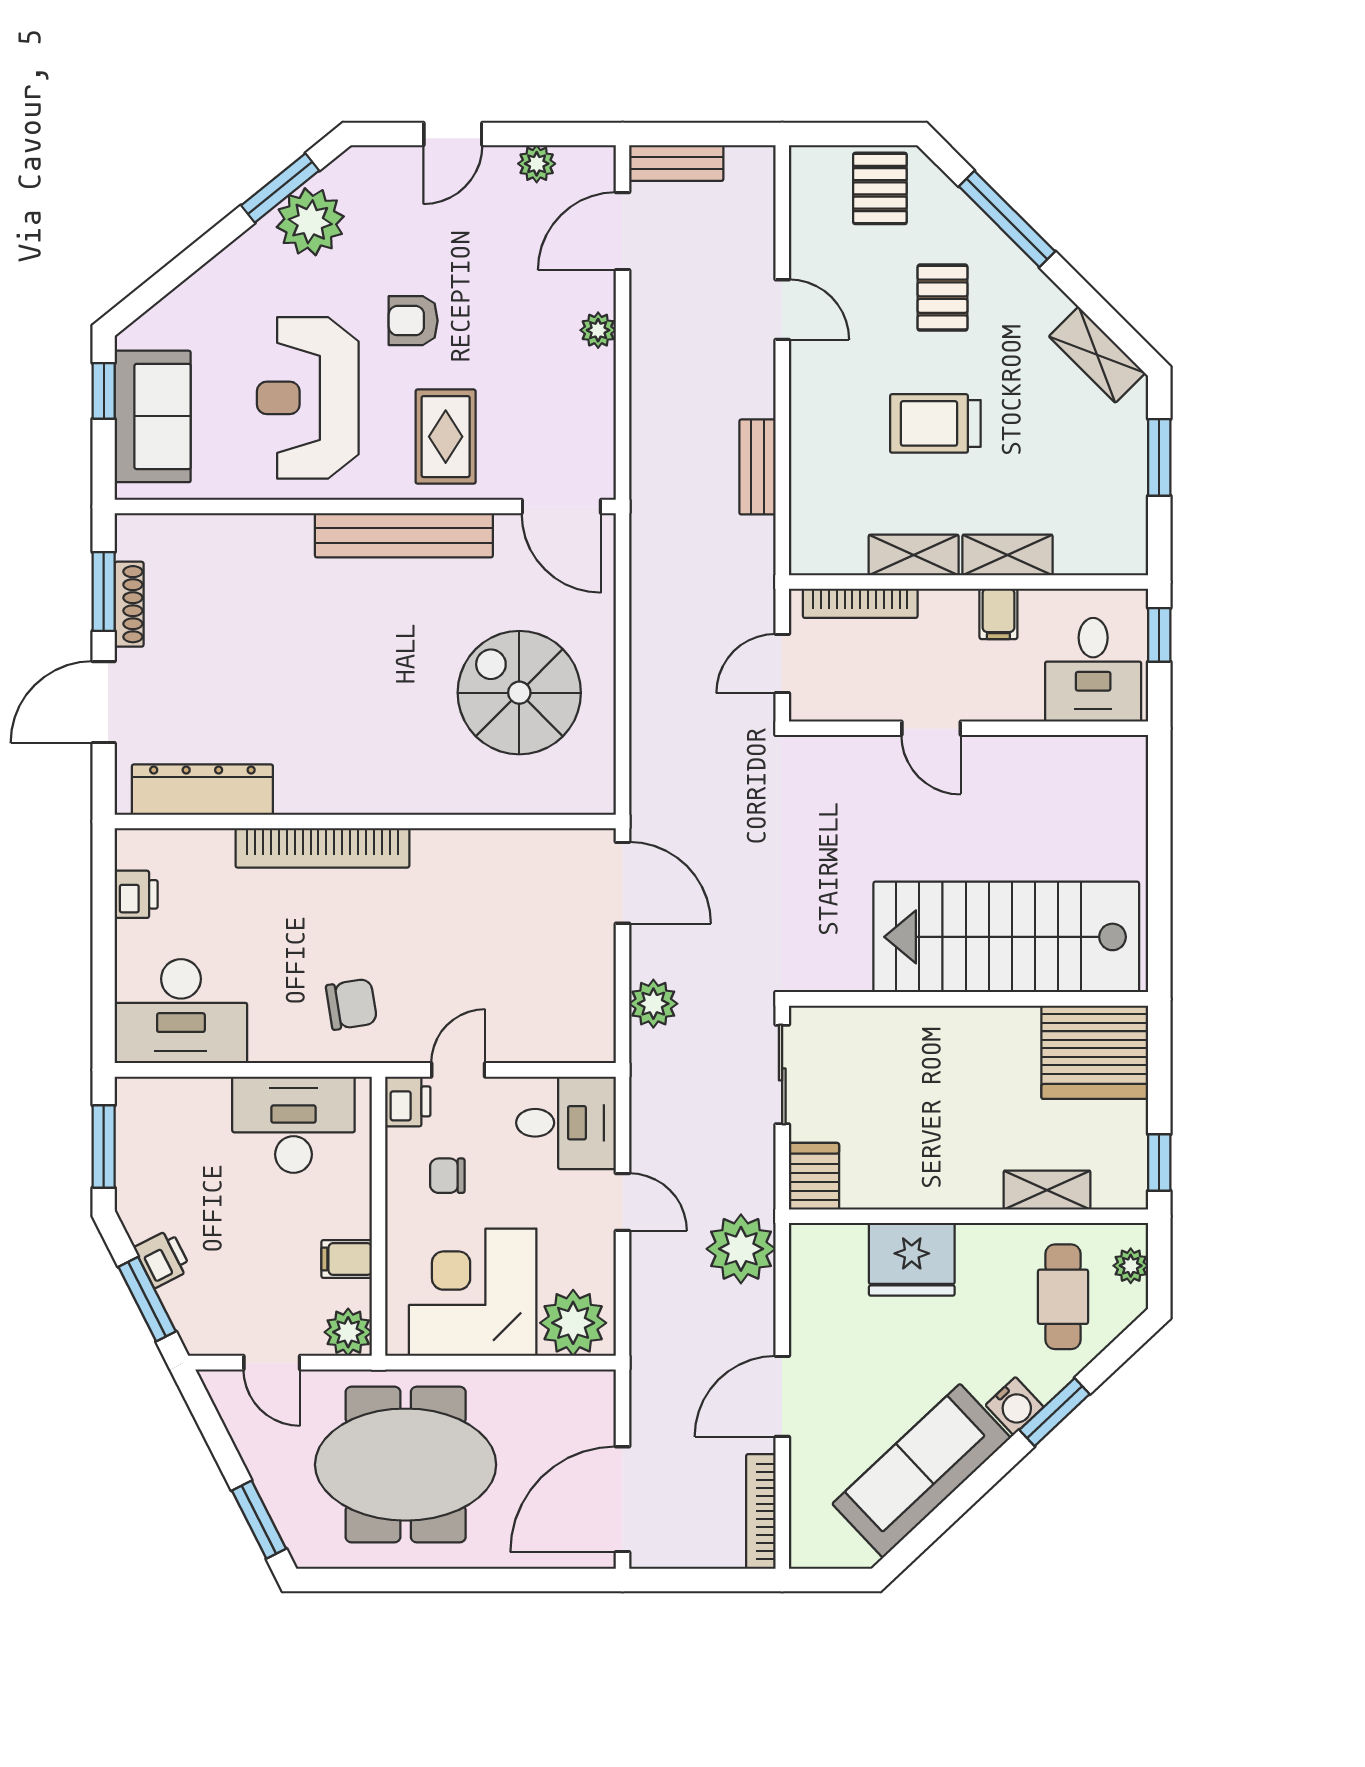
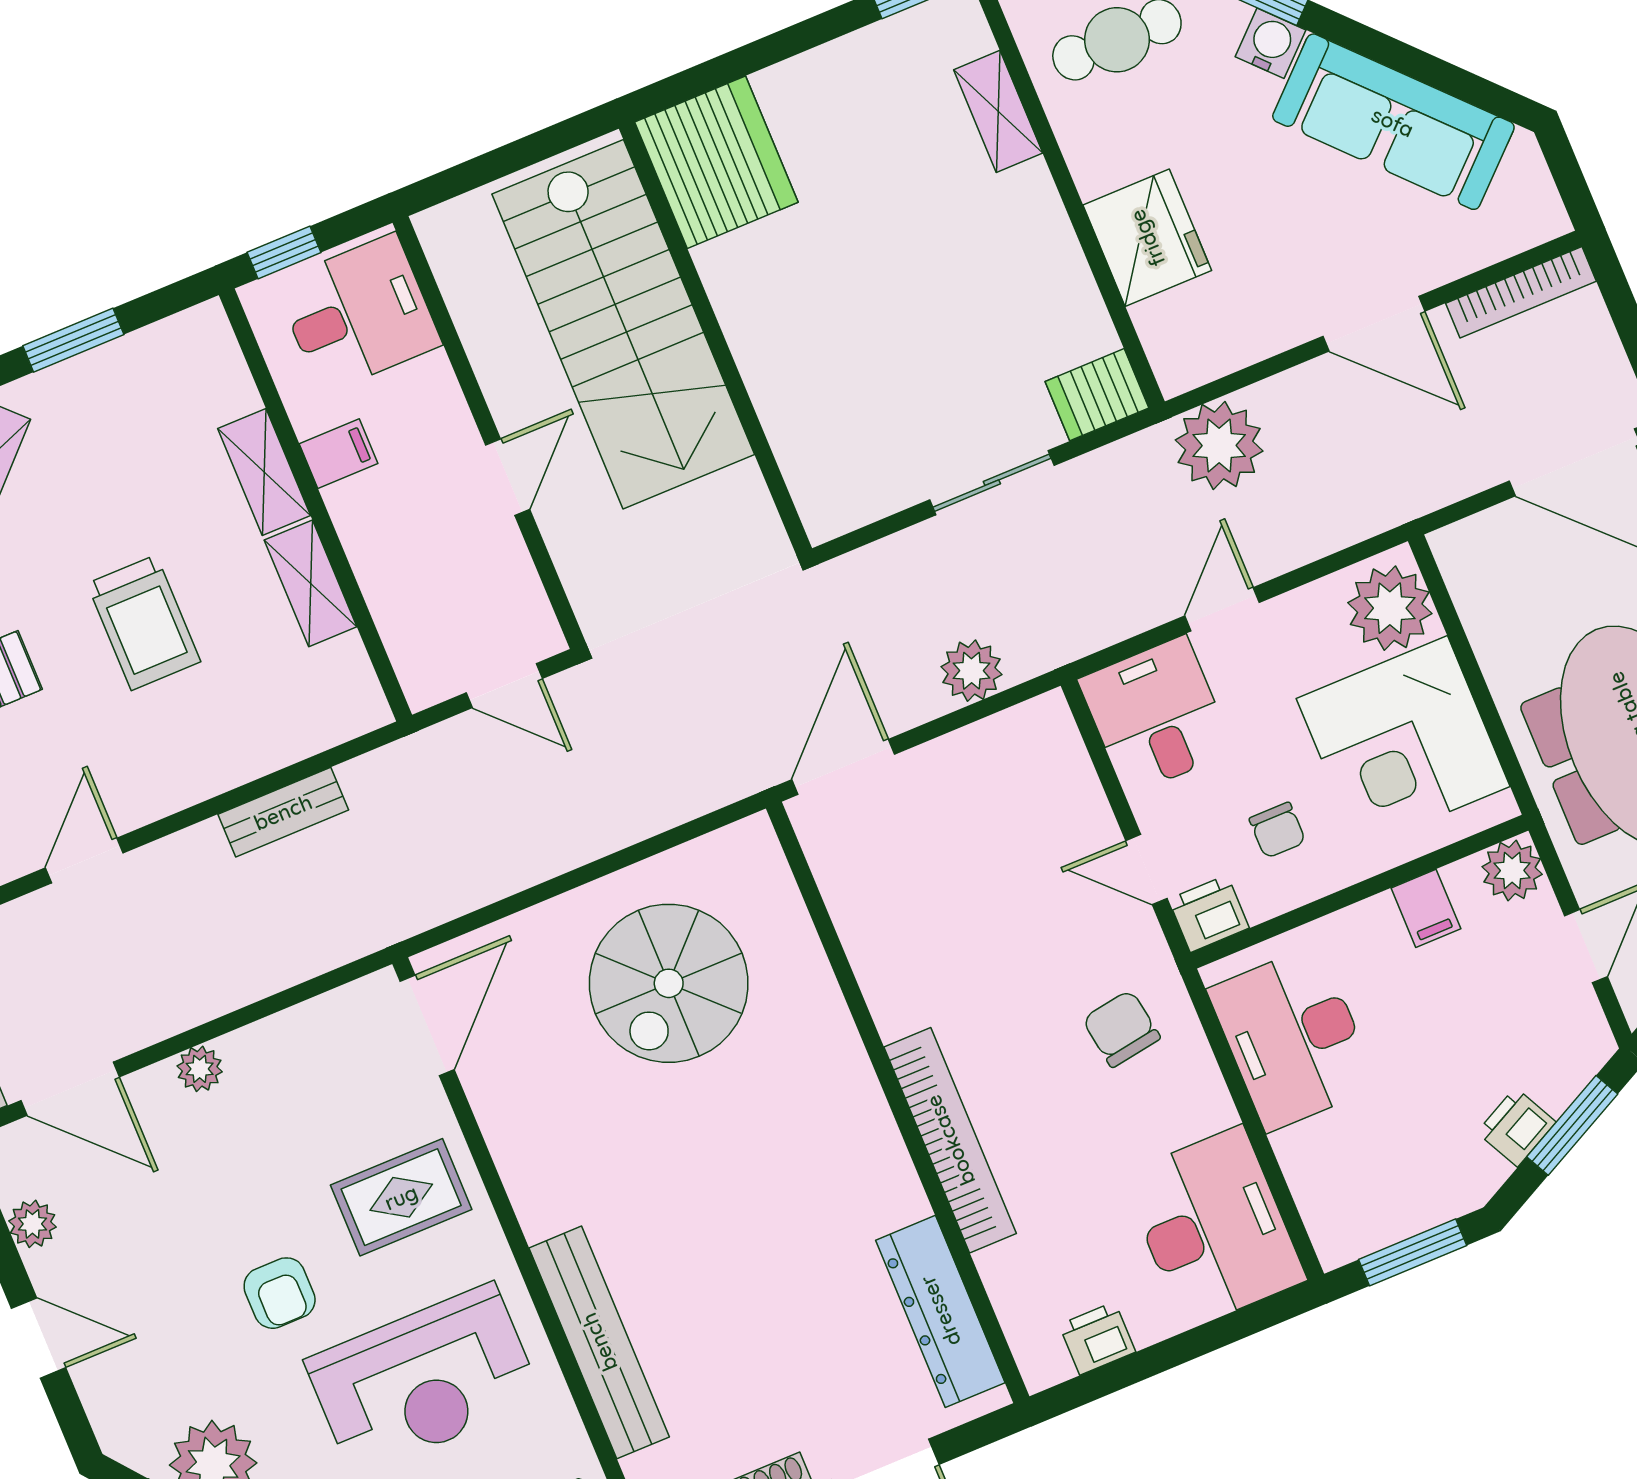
bench: (404, 535) -> (599, 1342), moved
bookcase: (860, 603) -> (394, 623), removed
stairs: (1006, 937) -> (623, 324), moved
wall: (969, 999) -> (715, 338), moved
server rack: (1095, 1052) -> (716, 162), moved

